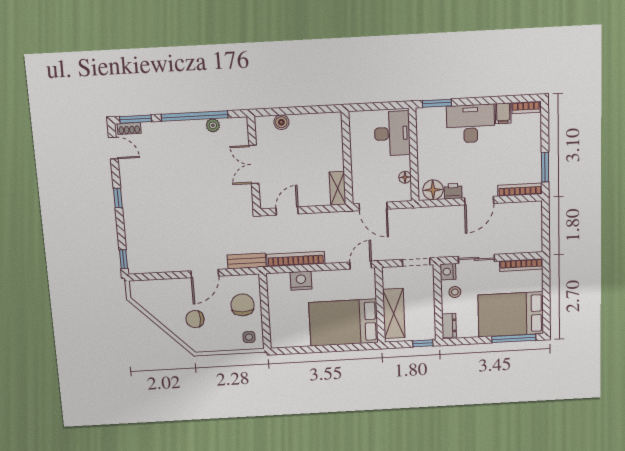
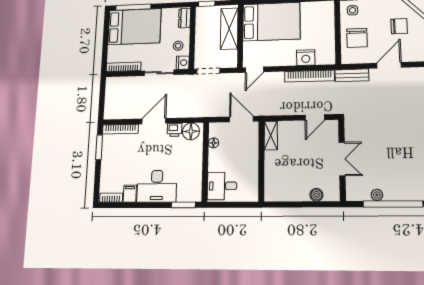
desk: (392, 133) -> (222, 186), width x0.73

